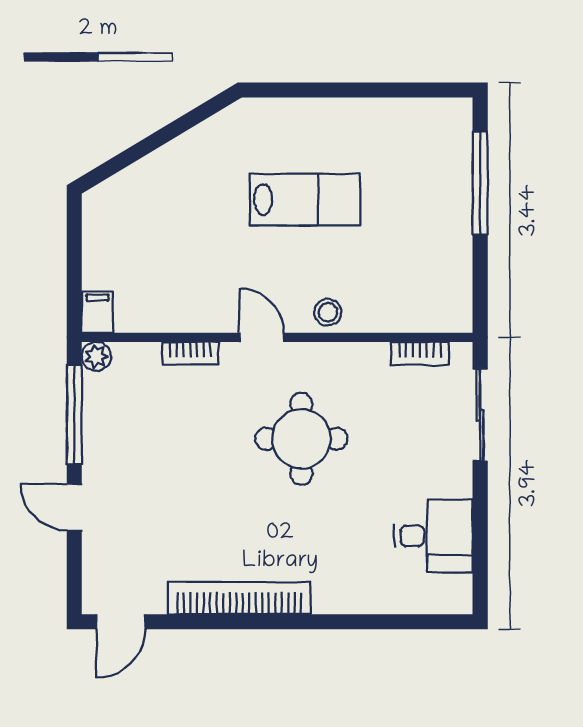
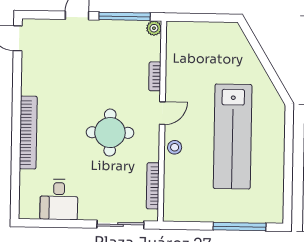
lab bench: (305, 200) -> (233, 137), width x1.86, depth x1.39
filing cabinet: (97, 312) -> (177, 29), removed
bookcase: (420, 353) -> (153, 186), width x1.56
bookcase: (239, 598) -> (28, 133), moved

